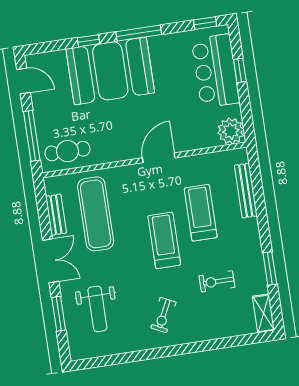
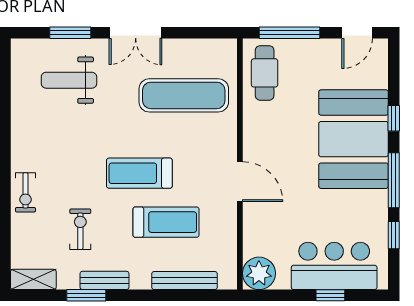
window: (205, 23) -> (394, 235), moved
bench: (56, 215) -> (105, 280), moved
treadmill: (164, 240) -> (139, 173), turned 180
exercise bike: (163, 315) -> (25, 192), moved, turned -116

